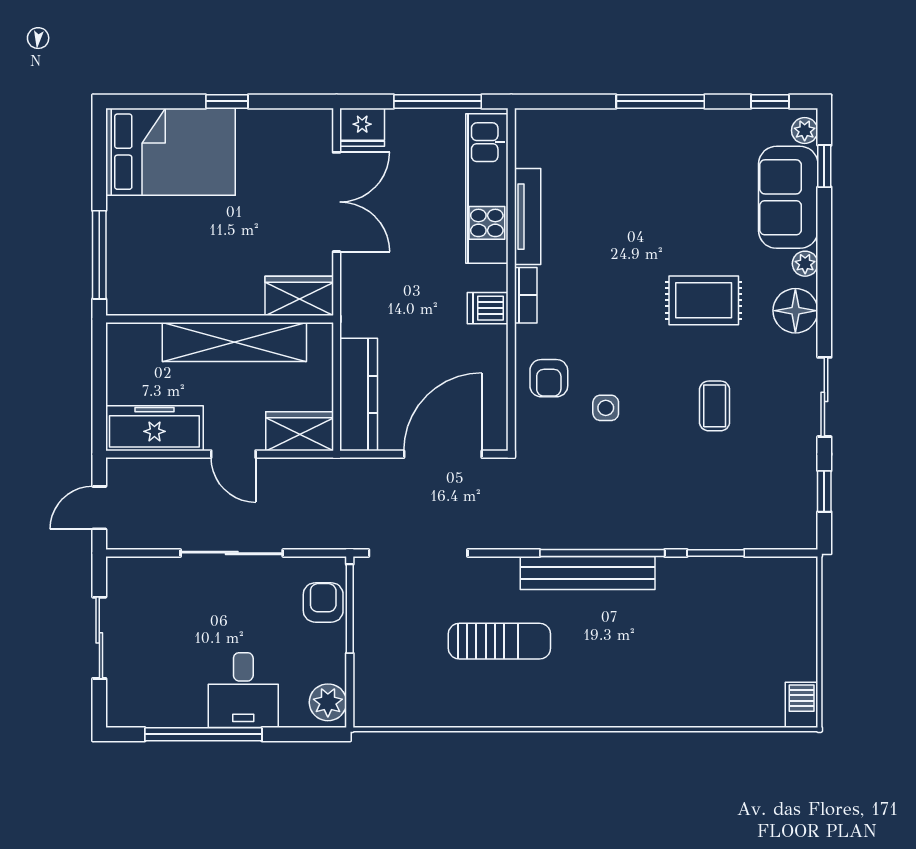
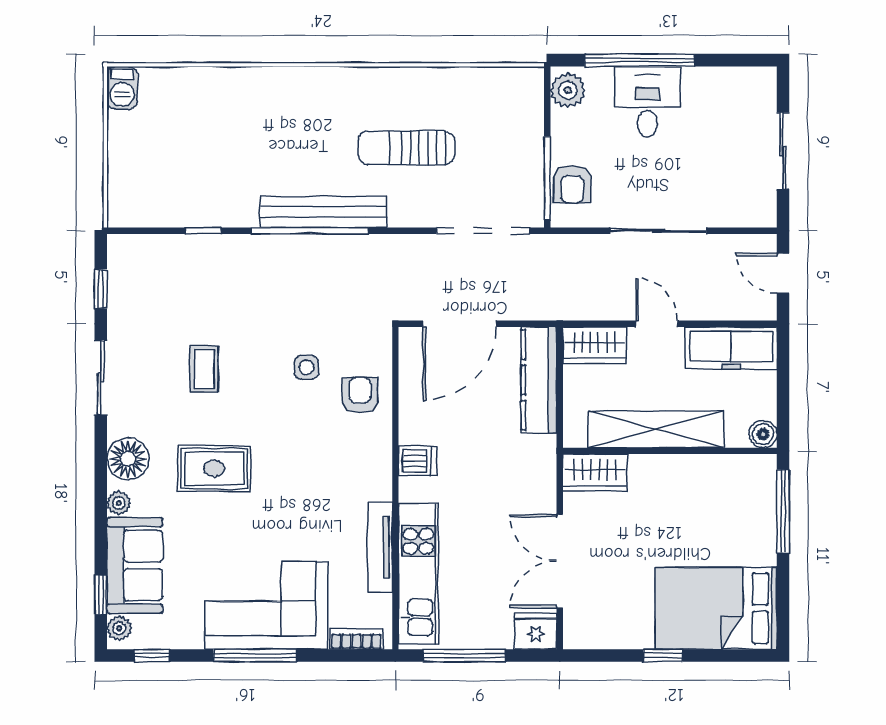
corner sofa: (648, 155) -> (266, 605), added
bookcase: (526, 295) -> (356, 639), moved, turned 90
boiler: (120, 337) -> (763, 434), added
door: (99, 508) -> (783, 273), swing flipped
window: (716, 553) -> (203, 231), width x0.67
window: (203, 734) -> (640, 60), moved

